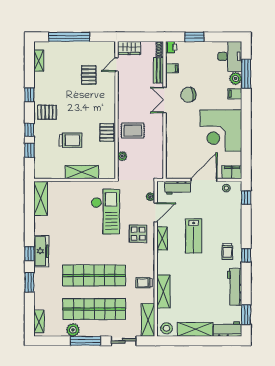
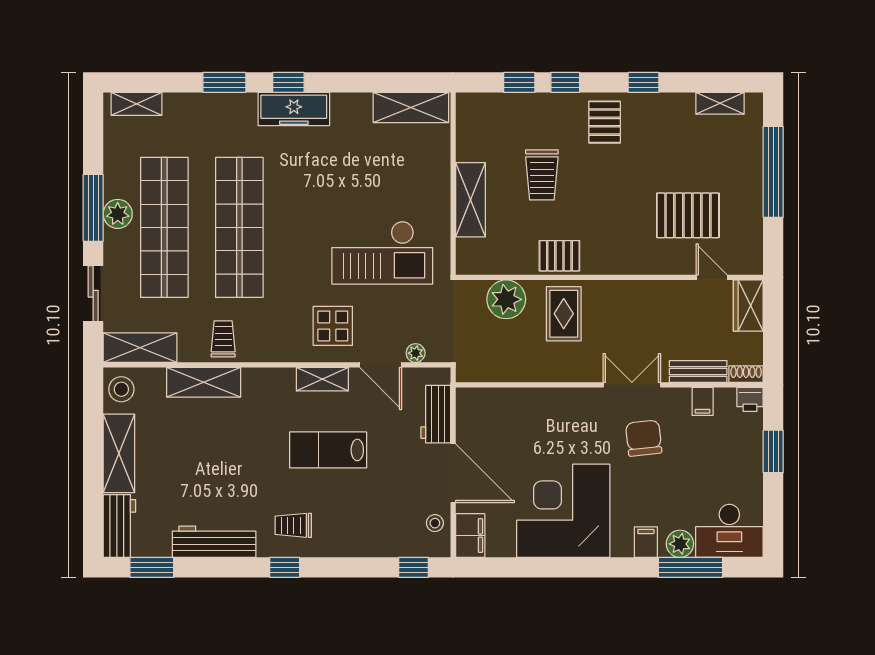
pallet: (89, 75) -> (688, 215), width x1.50, depth x1.42
plant: (122, 156) -> (506, 299), width x1.87, depth x1.87
plant: (73, 330) -> (118, 214), moved

